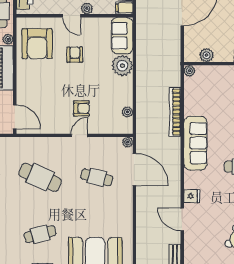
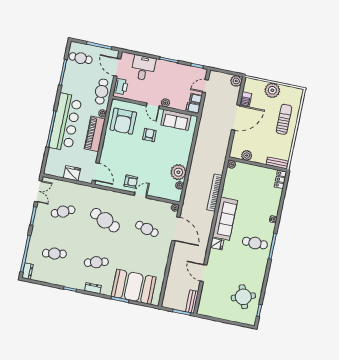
sofa: (122, 36) -> (176, 120), moved, turned -90
plant: (122, 66) -> (178, 172), moved
armchair: (81, 108) -> (131, 182), moved
fridge: (192, 196) -> (217, 244), moved

